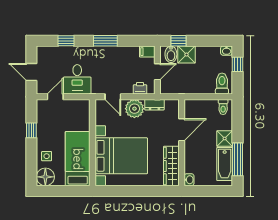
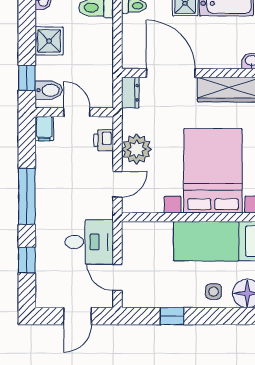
window: (105, 41) -> (27, 196), width x1.44
shower: (186, 55) -> (49, 41), moved
dresser: (154, 105) -> (130, 93), moved
door: (182, 130) -> (171, 73), width x1.36

